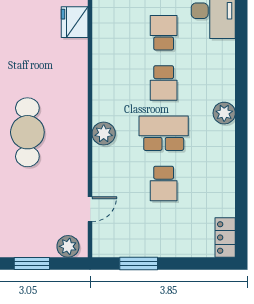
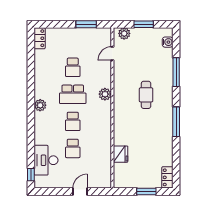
school desk: (164, 83) -> (73, 121), turned 180
cafe table: (27, 132) -> (146, 95), width x0.73, depth x0.74
school desk: (164, 183) -> (73, 67), turned 180

